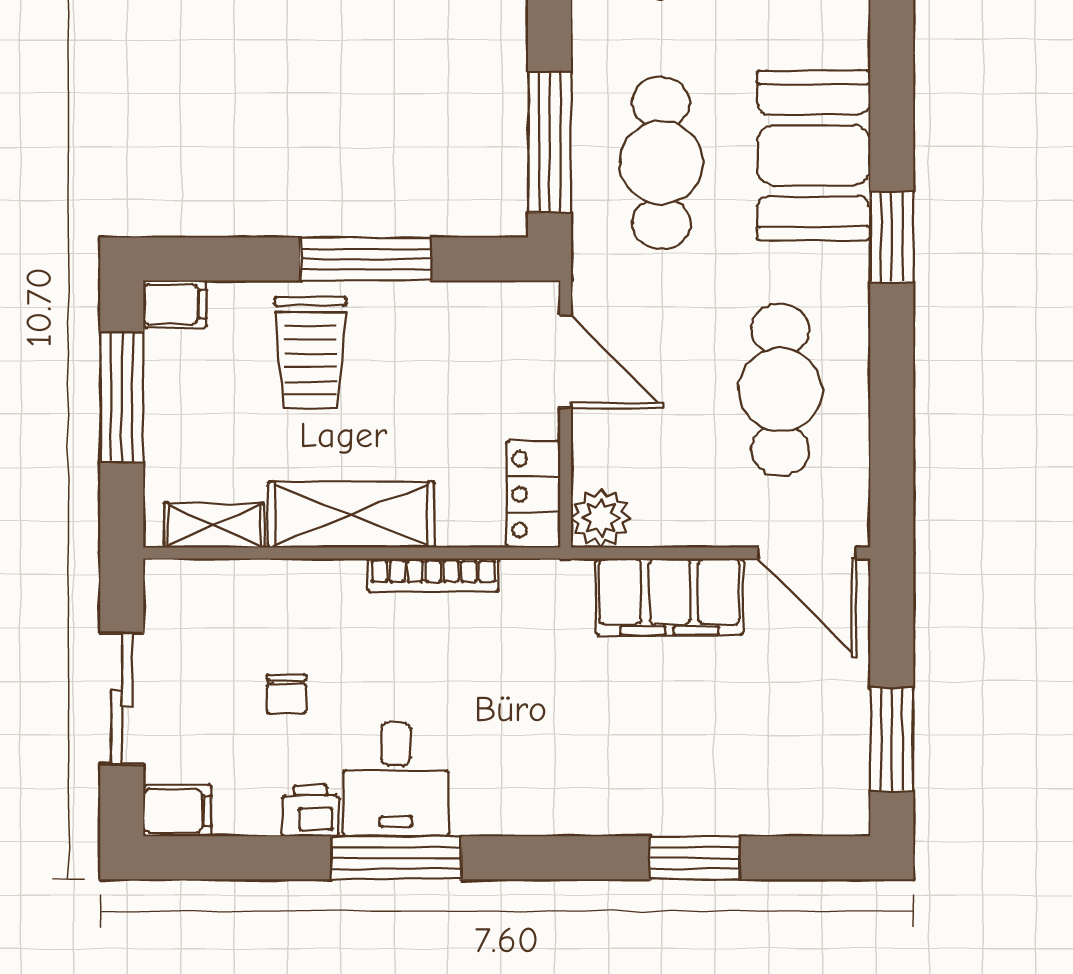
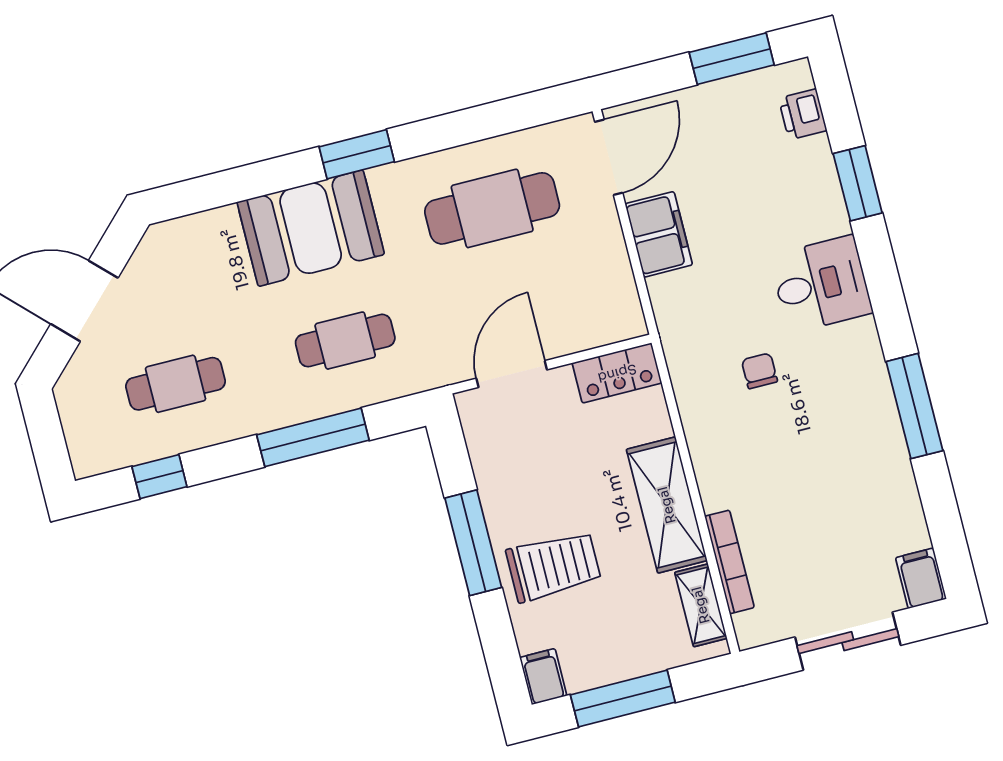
window: (550, 142) -> (313, 437), moved
cafe table: (661, 163) -> (345, 341), width x0.73, depth x0.74
plant: (601, 518) -> (622, 318), removed
bookcase: (433, 575) -> (729, 562), moved
filing cabinet: (670, 597) -> (659, 234), width x0.67, depth x0.86
chair: (287, 694) -> (759, 371), moved, turned -90
desk: (396, 779) -> (821, 284), moved
printer: (310, 811) -> (803, 114), moved

